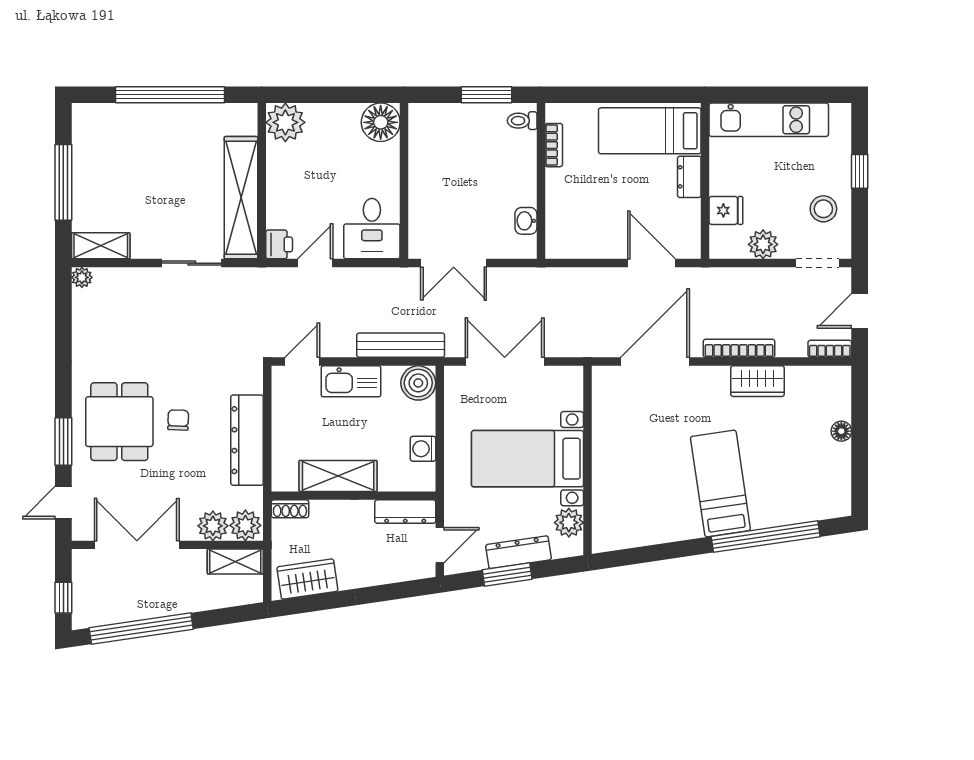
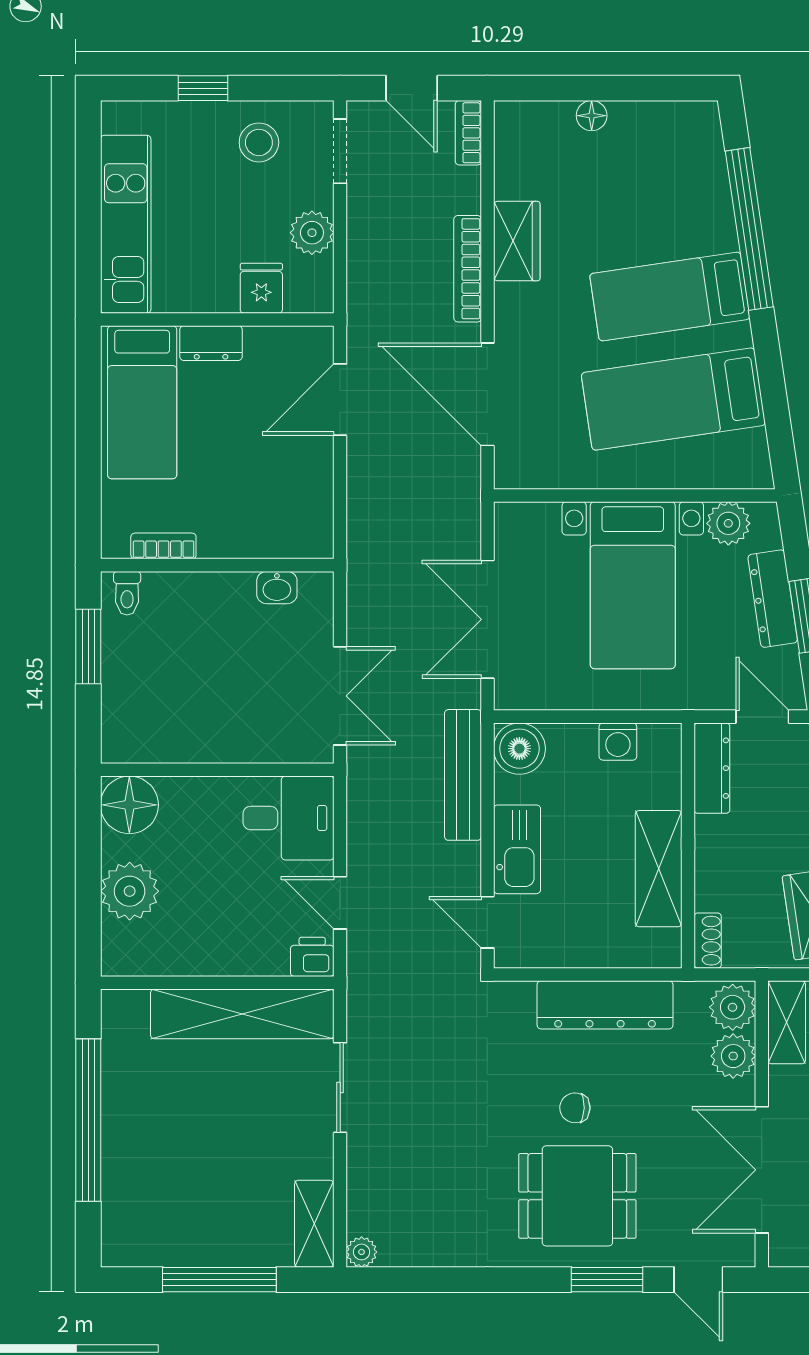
plant: (285, 122) -> (130, 891), moved
bed: (652, 486) -> (673, 399), added

